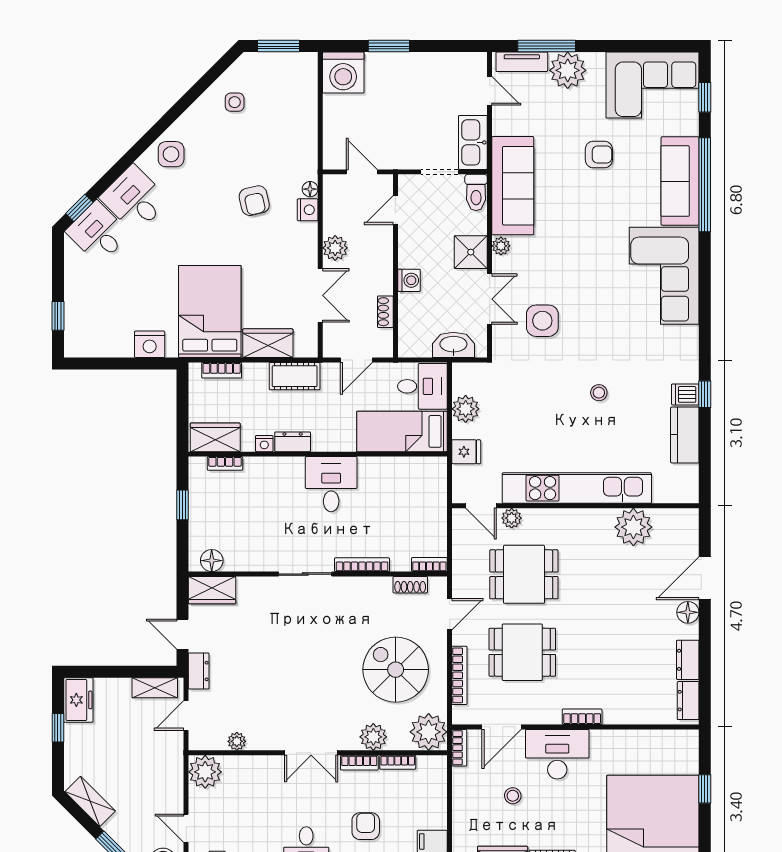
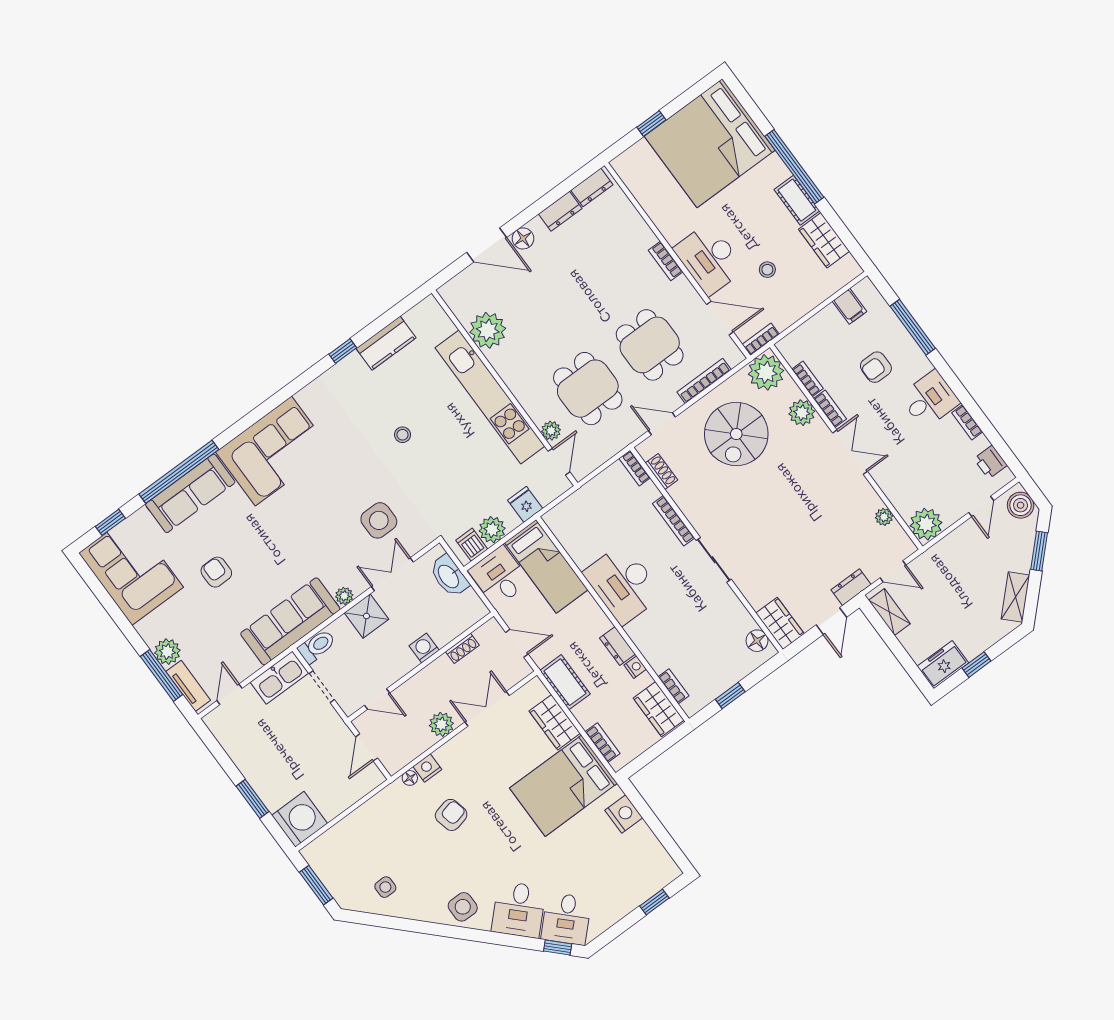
plant: (568, 70) -> (167, 652), width x0.73, depth x0.73
dishwasher: (685, 394) -> (472, 545), moved, turned 180
desk: (331, 484) -> (623, 584), width x1.37

